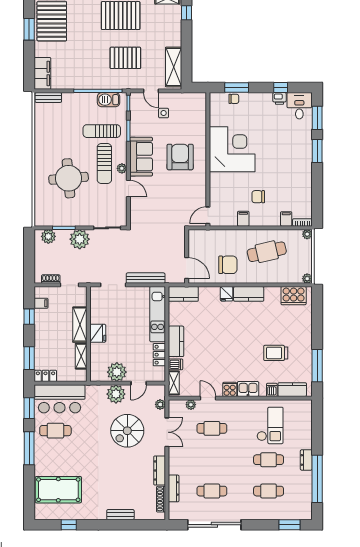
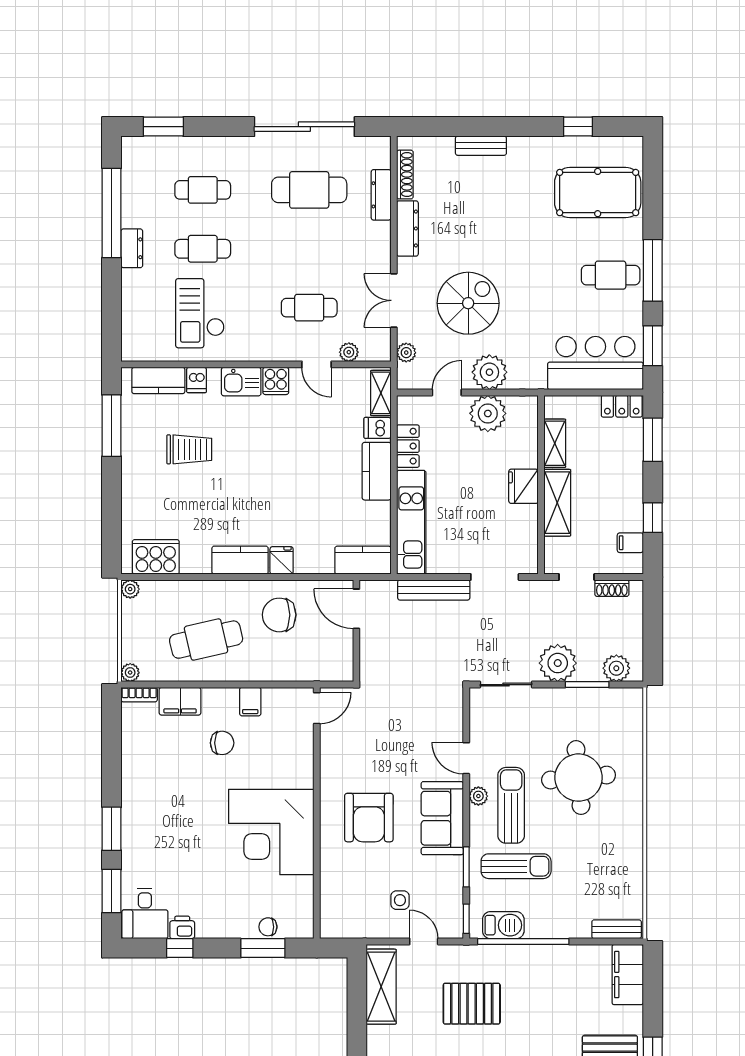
filing cabinet: (286, 219) -> (180, 701), width x2.00
cafe table: (55, 431) -> (611, 275), moved
cafe table: (212, 491) -> (309, 190), width x1.37, depth x1.35

